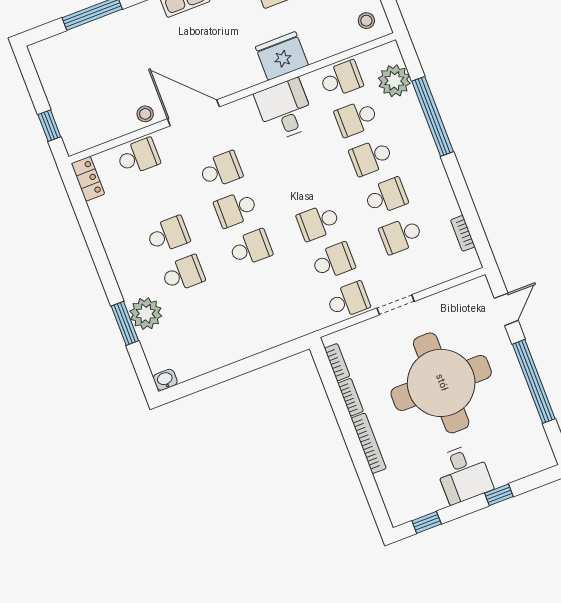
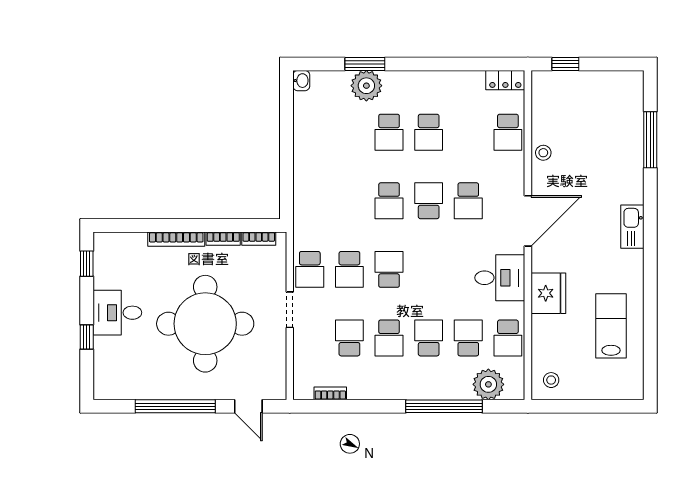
door: (193, 113) -> (528, 221), moved

